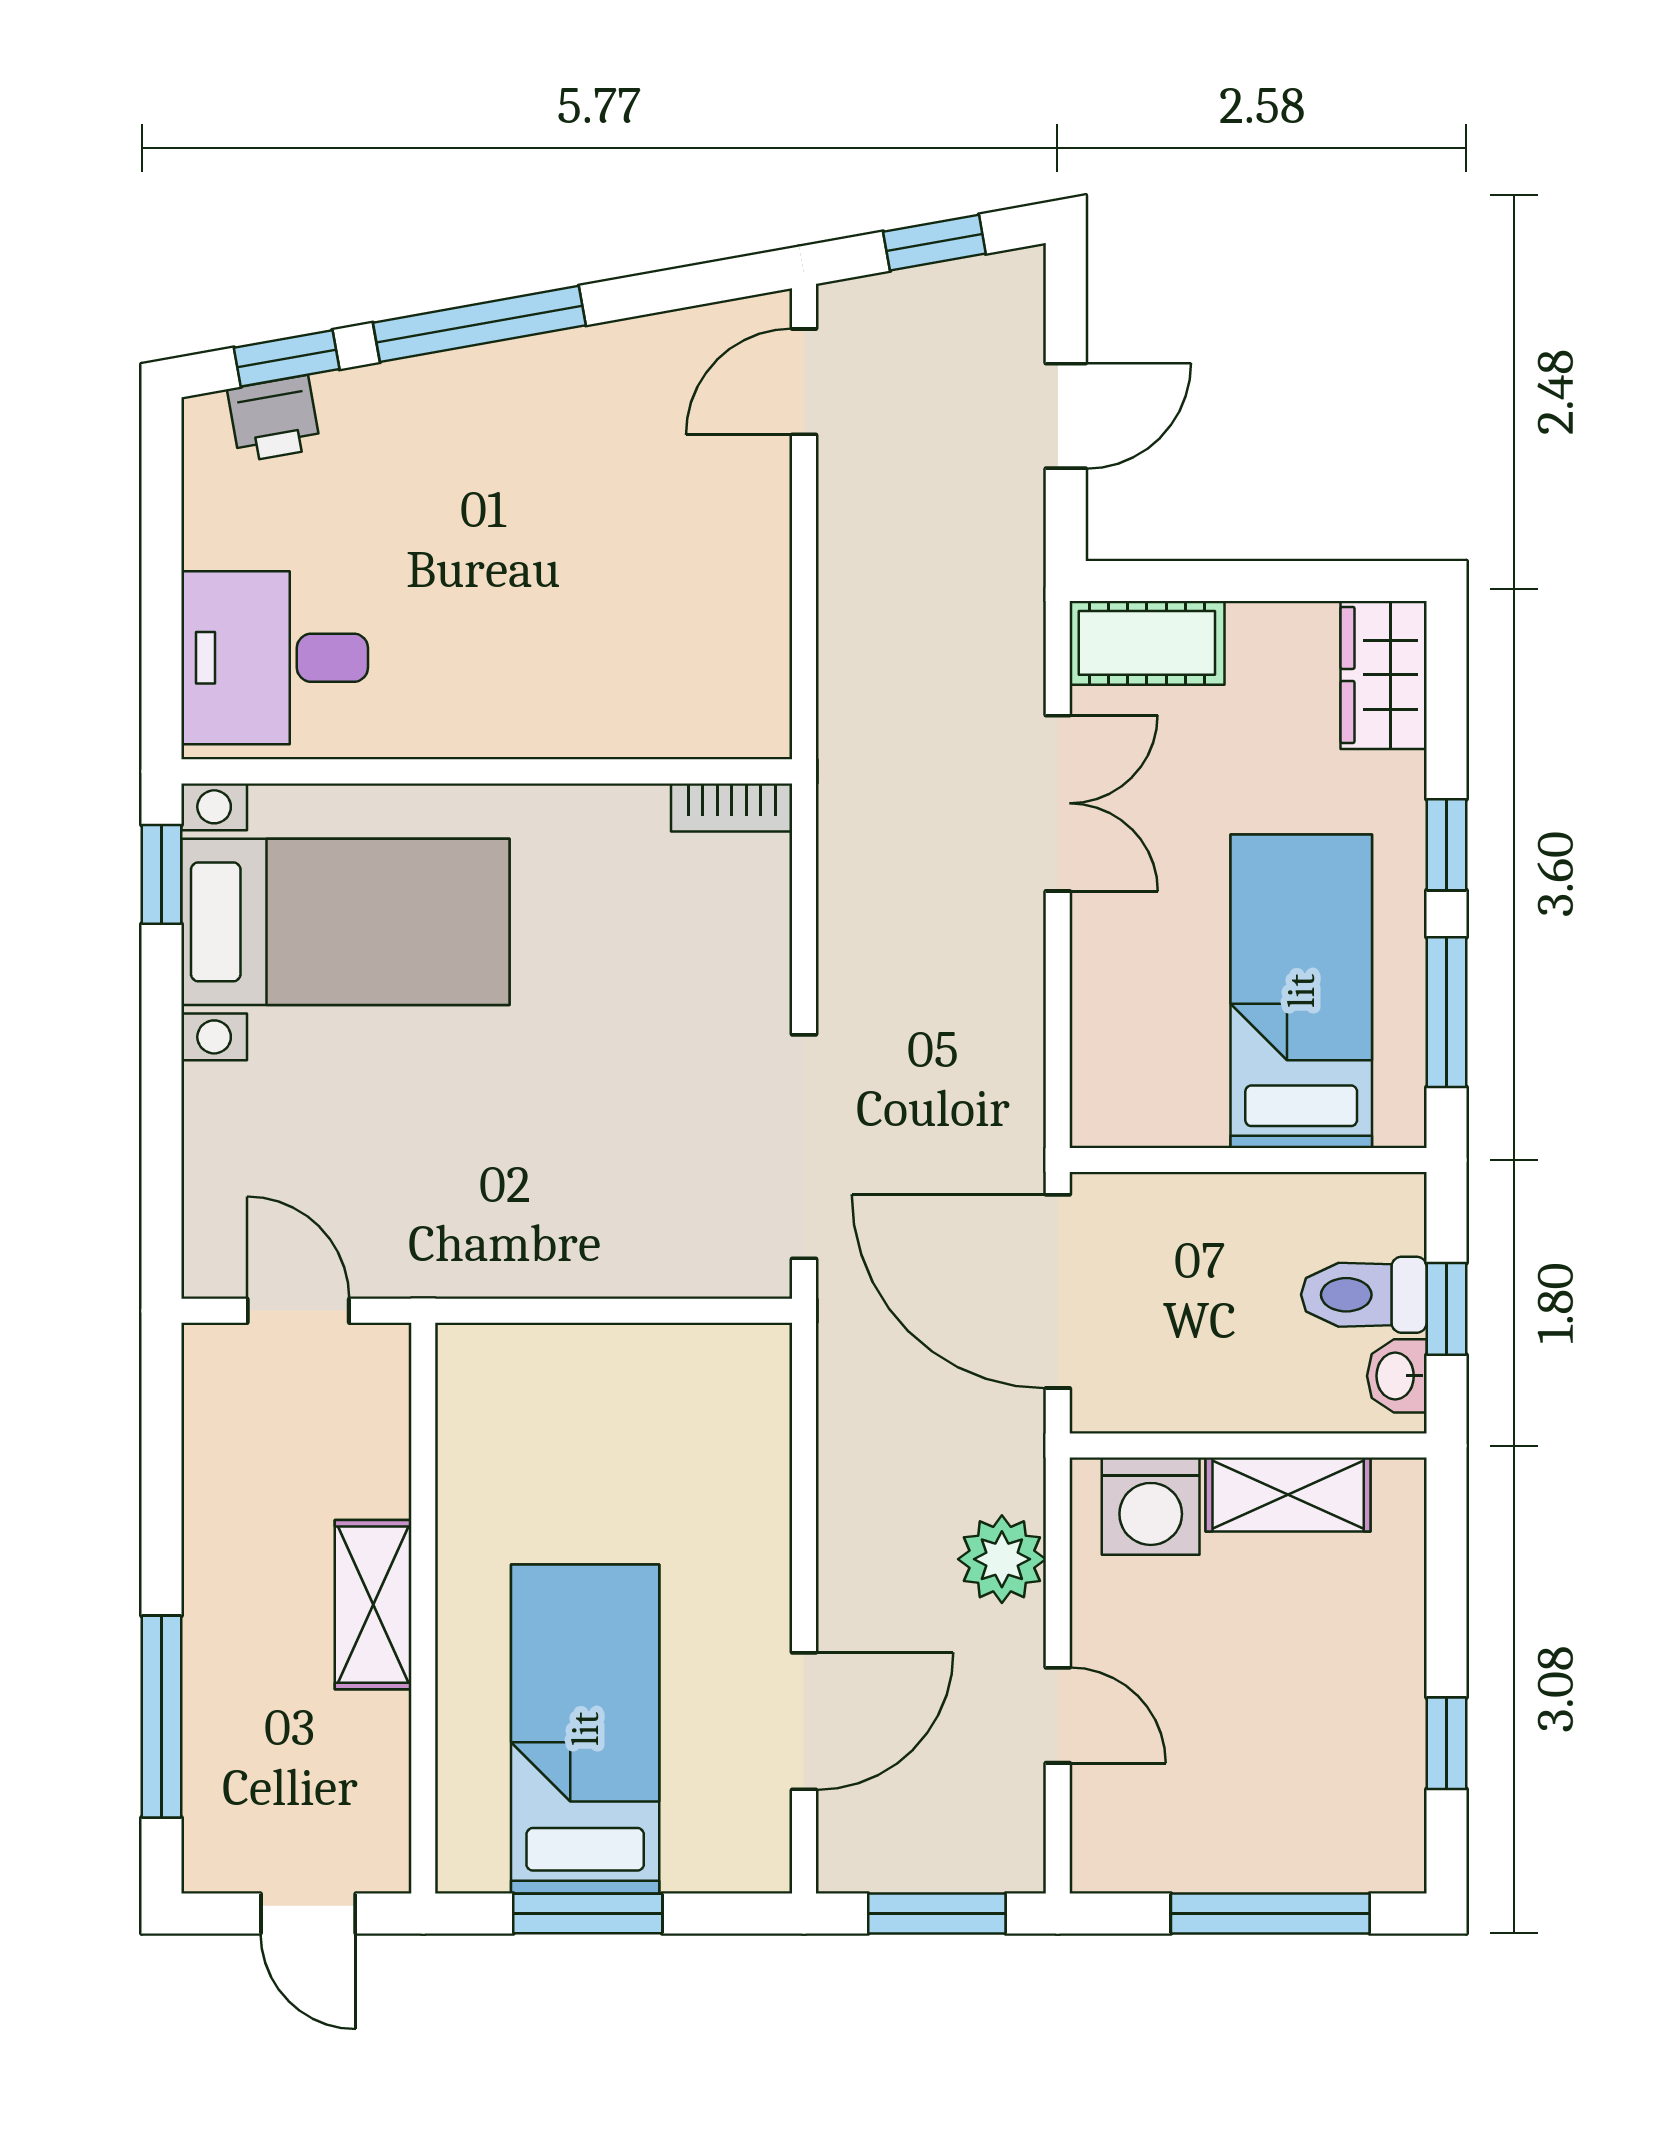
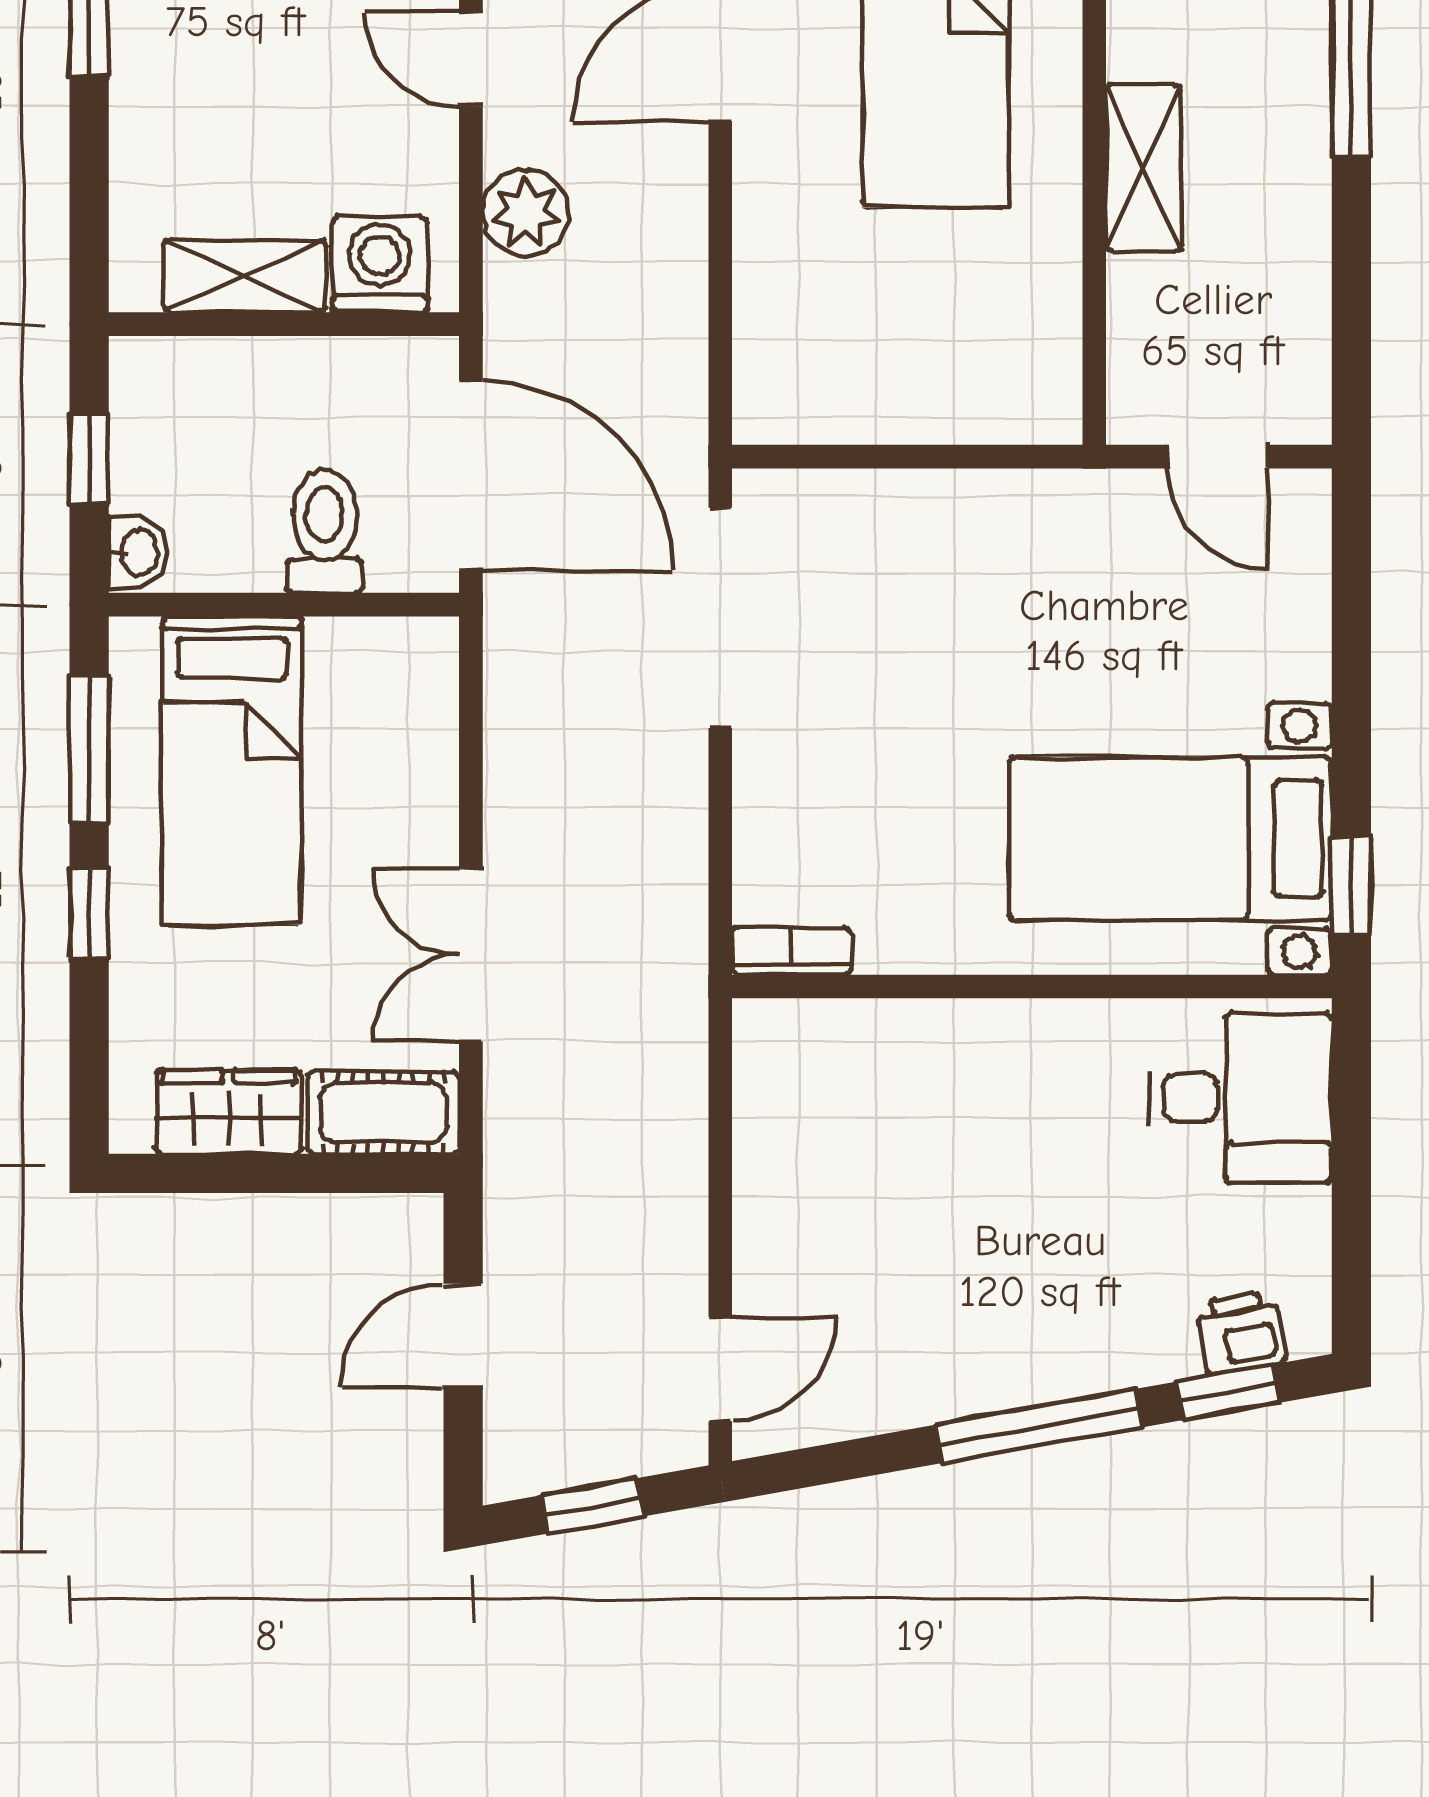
wardrobe: (1384, 675) -> (228, 1112), moved, turned -90
toilet: (1364, 1295) -> (325, 531), moved, turned -90
washbasin: (1397, 1376) -> (138, 552), moved

